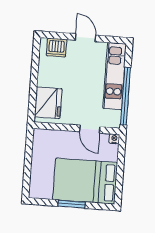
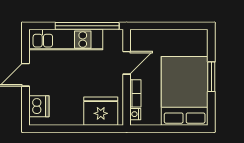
bookcase: (62, 135) -> (135, 93), added
nightstand: (114, 139) -> (135, 114), moved
bed: (85, 181) -> (185, 91), moved, turned 180

